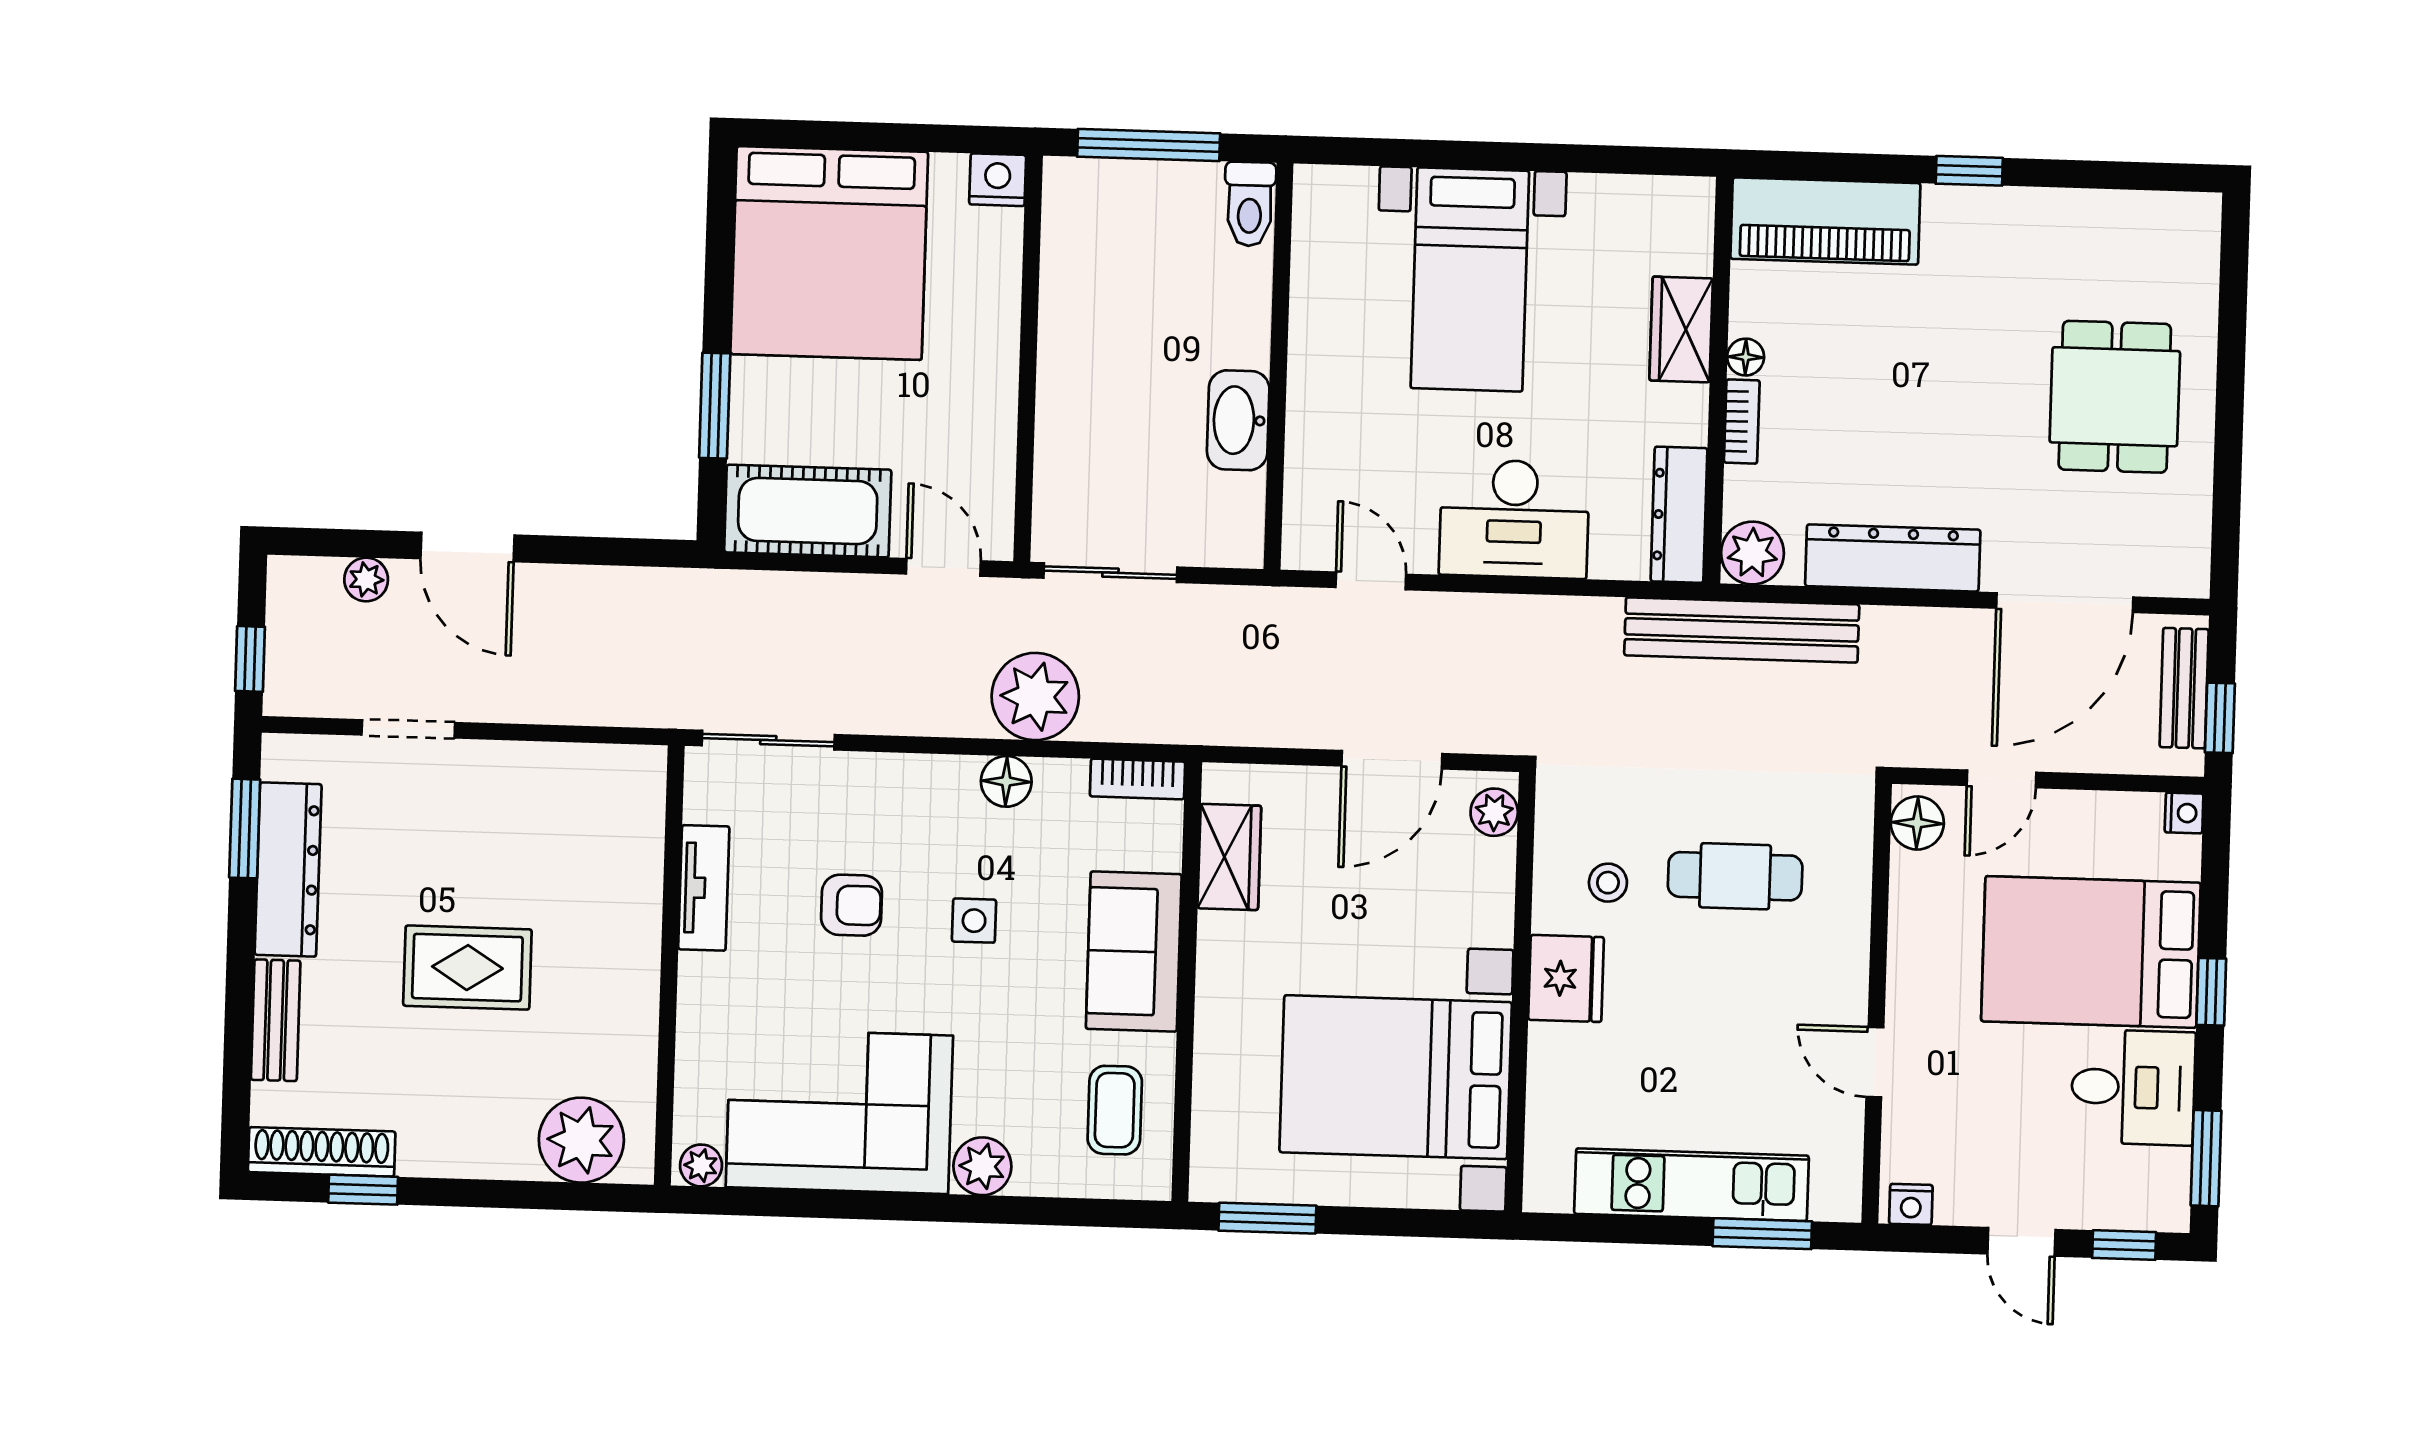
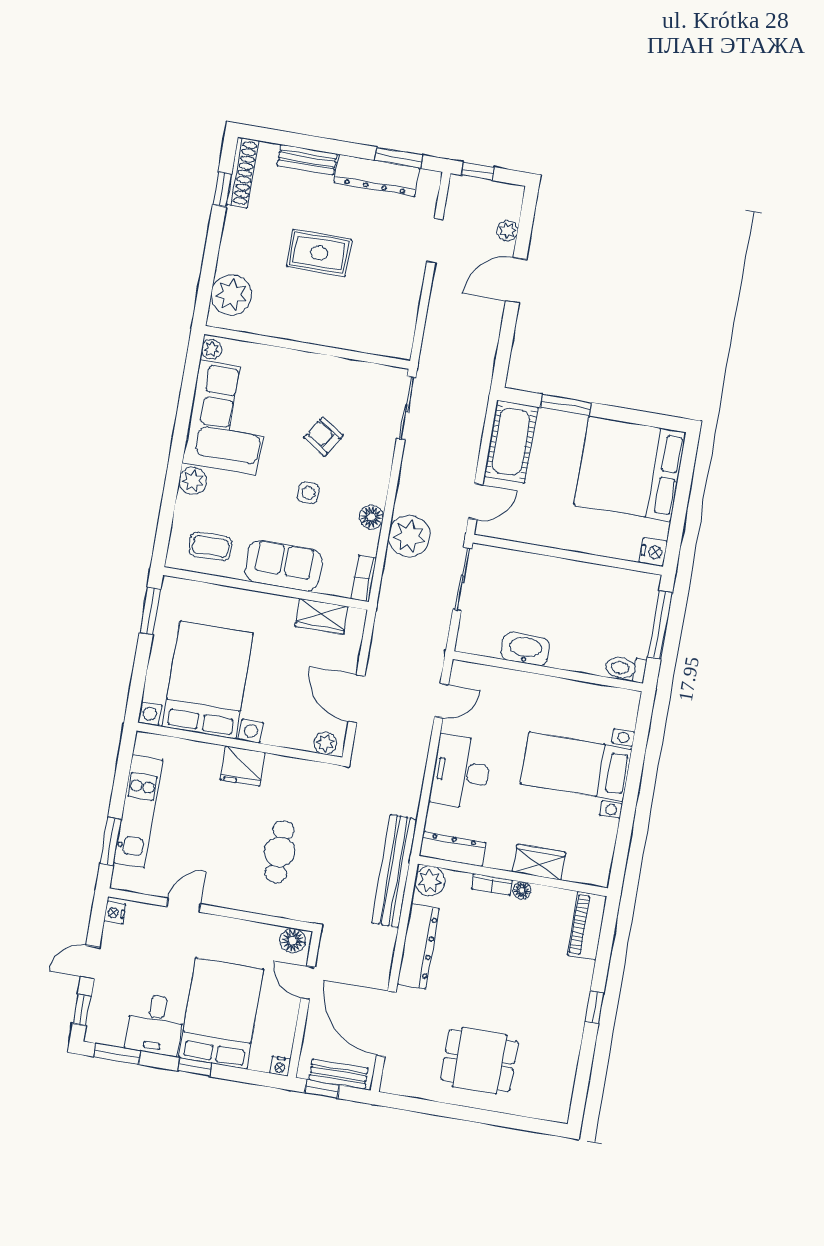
piano: (1825, 221) -> (587, 926), width x0.73, depth x0.75
stool: (1608, 883) -> (285, 792), removed
tv unit: (704, 888) -> (341, 369), removed
armchair: (852, 905) -> (323, 437), turned 123
rug: (467, 968) -> (319, 253), turned 90

